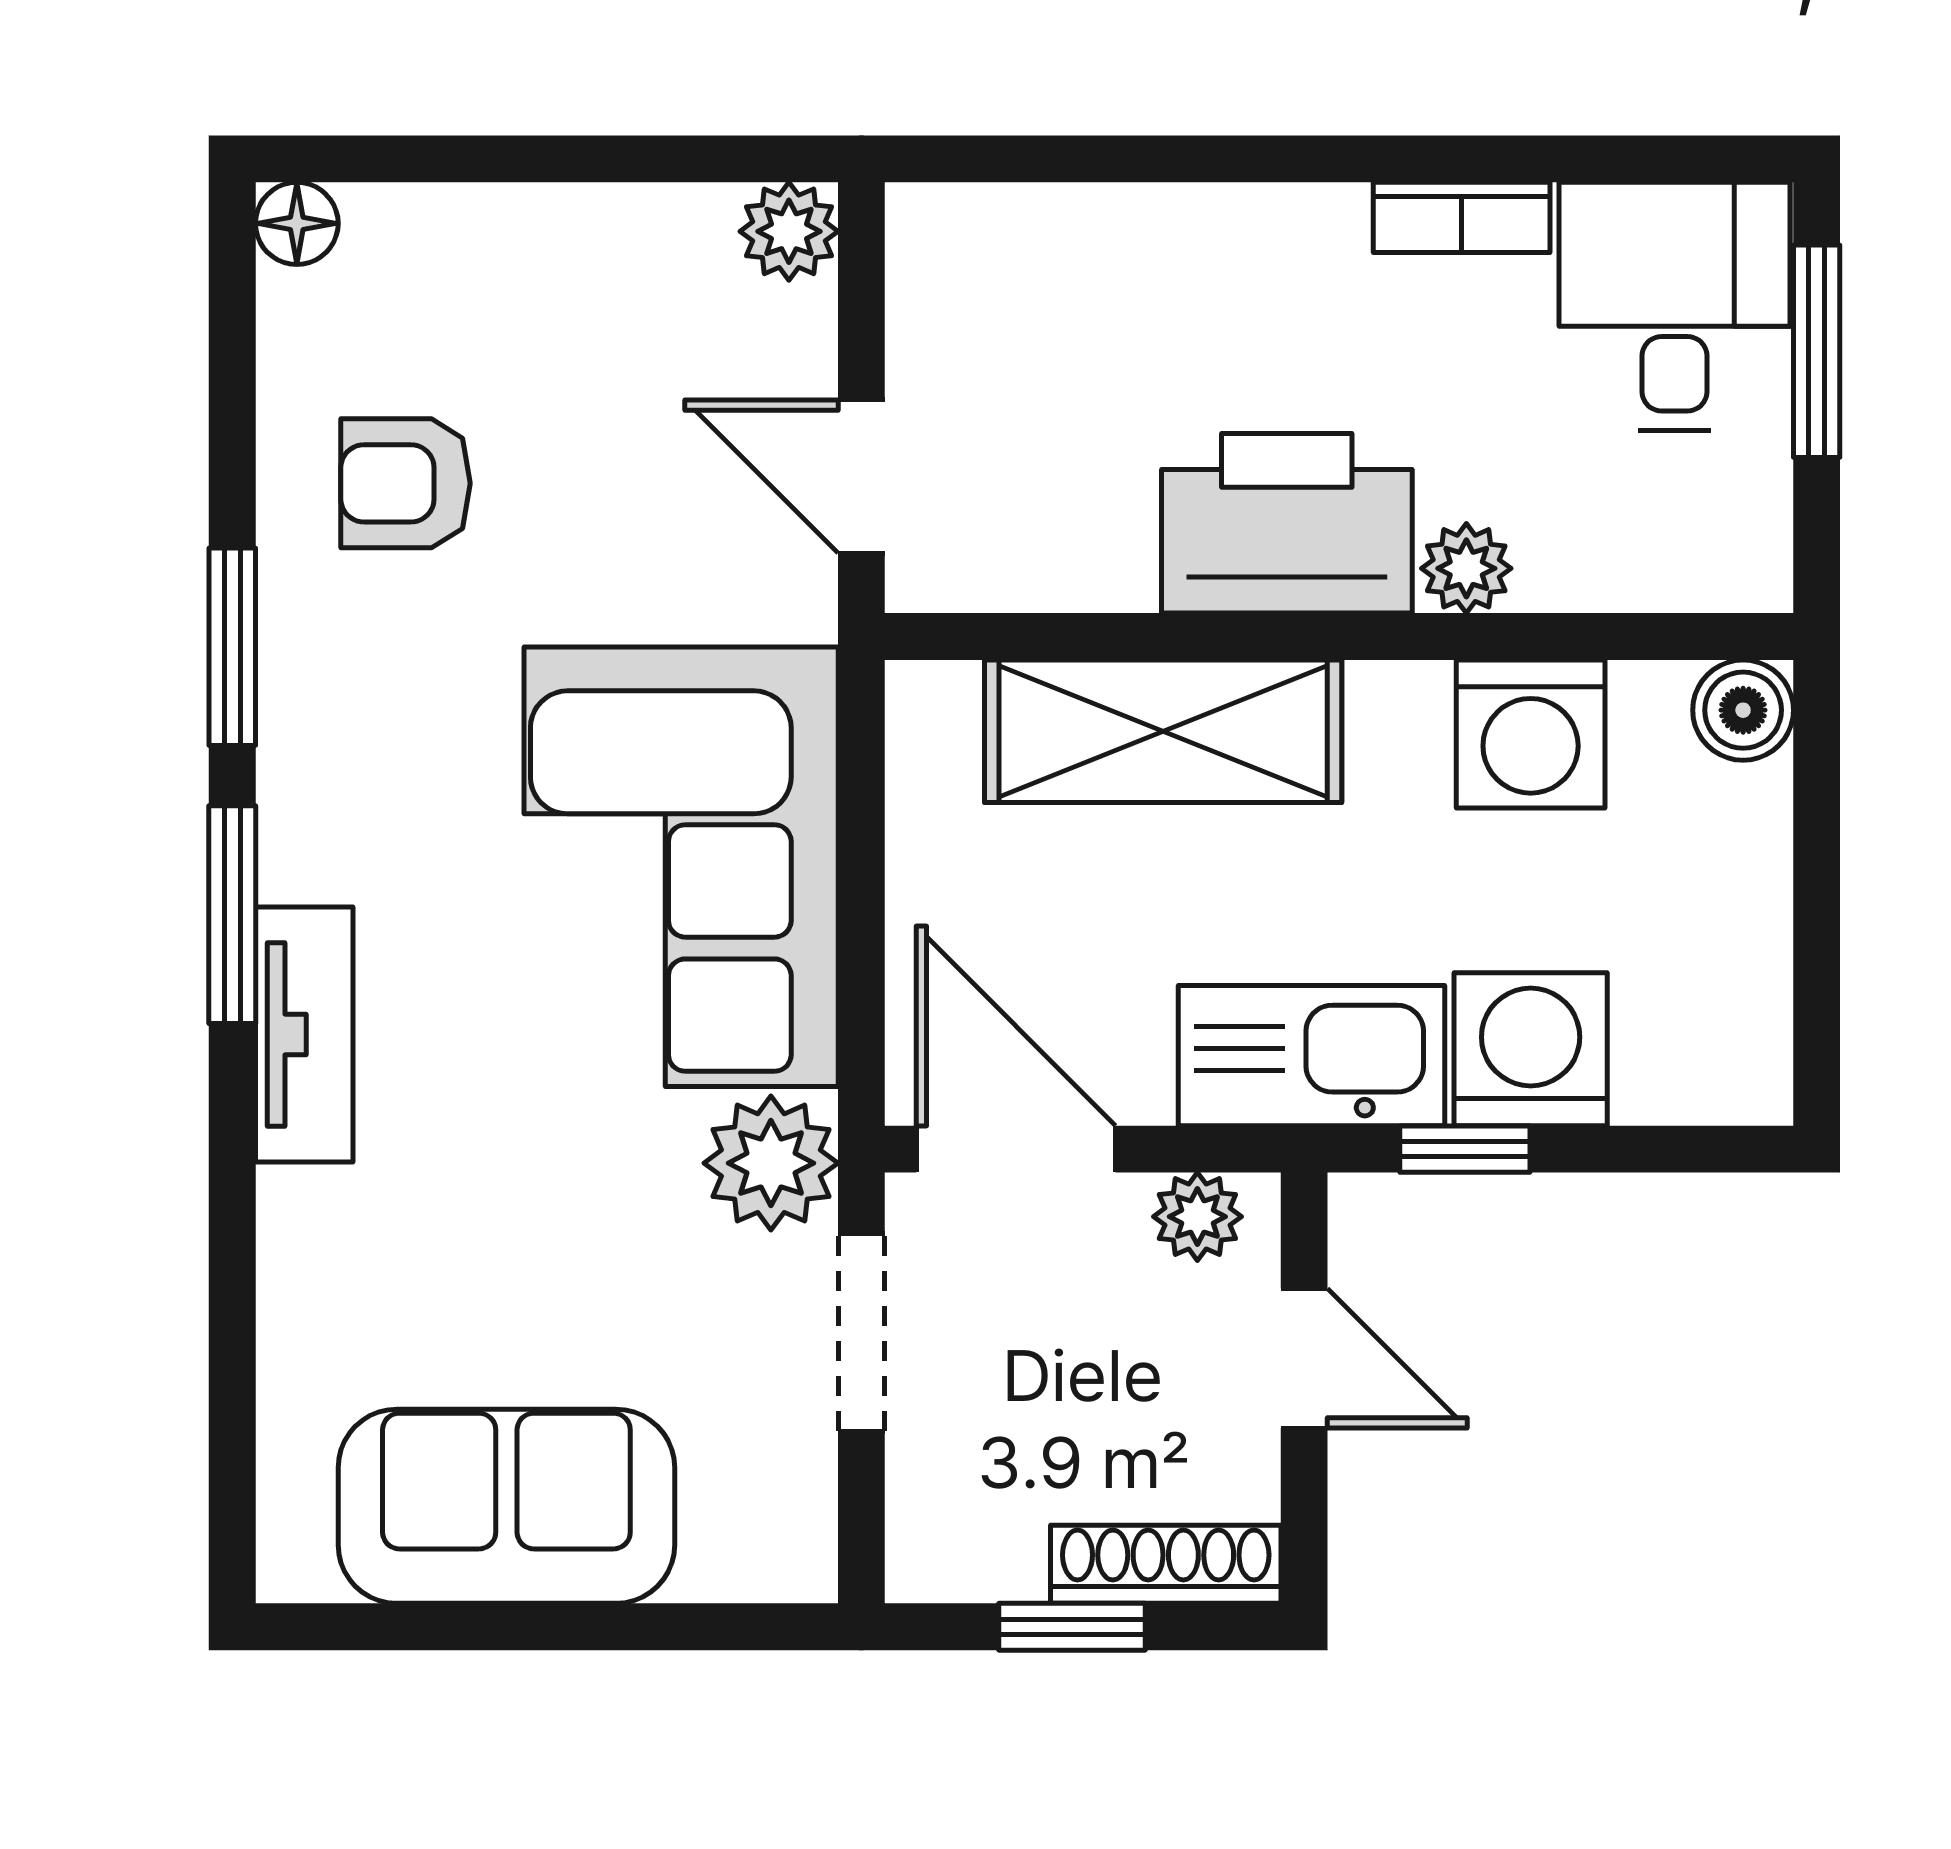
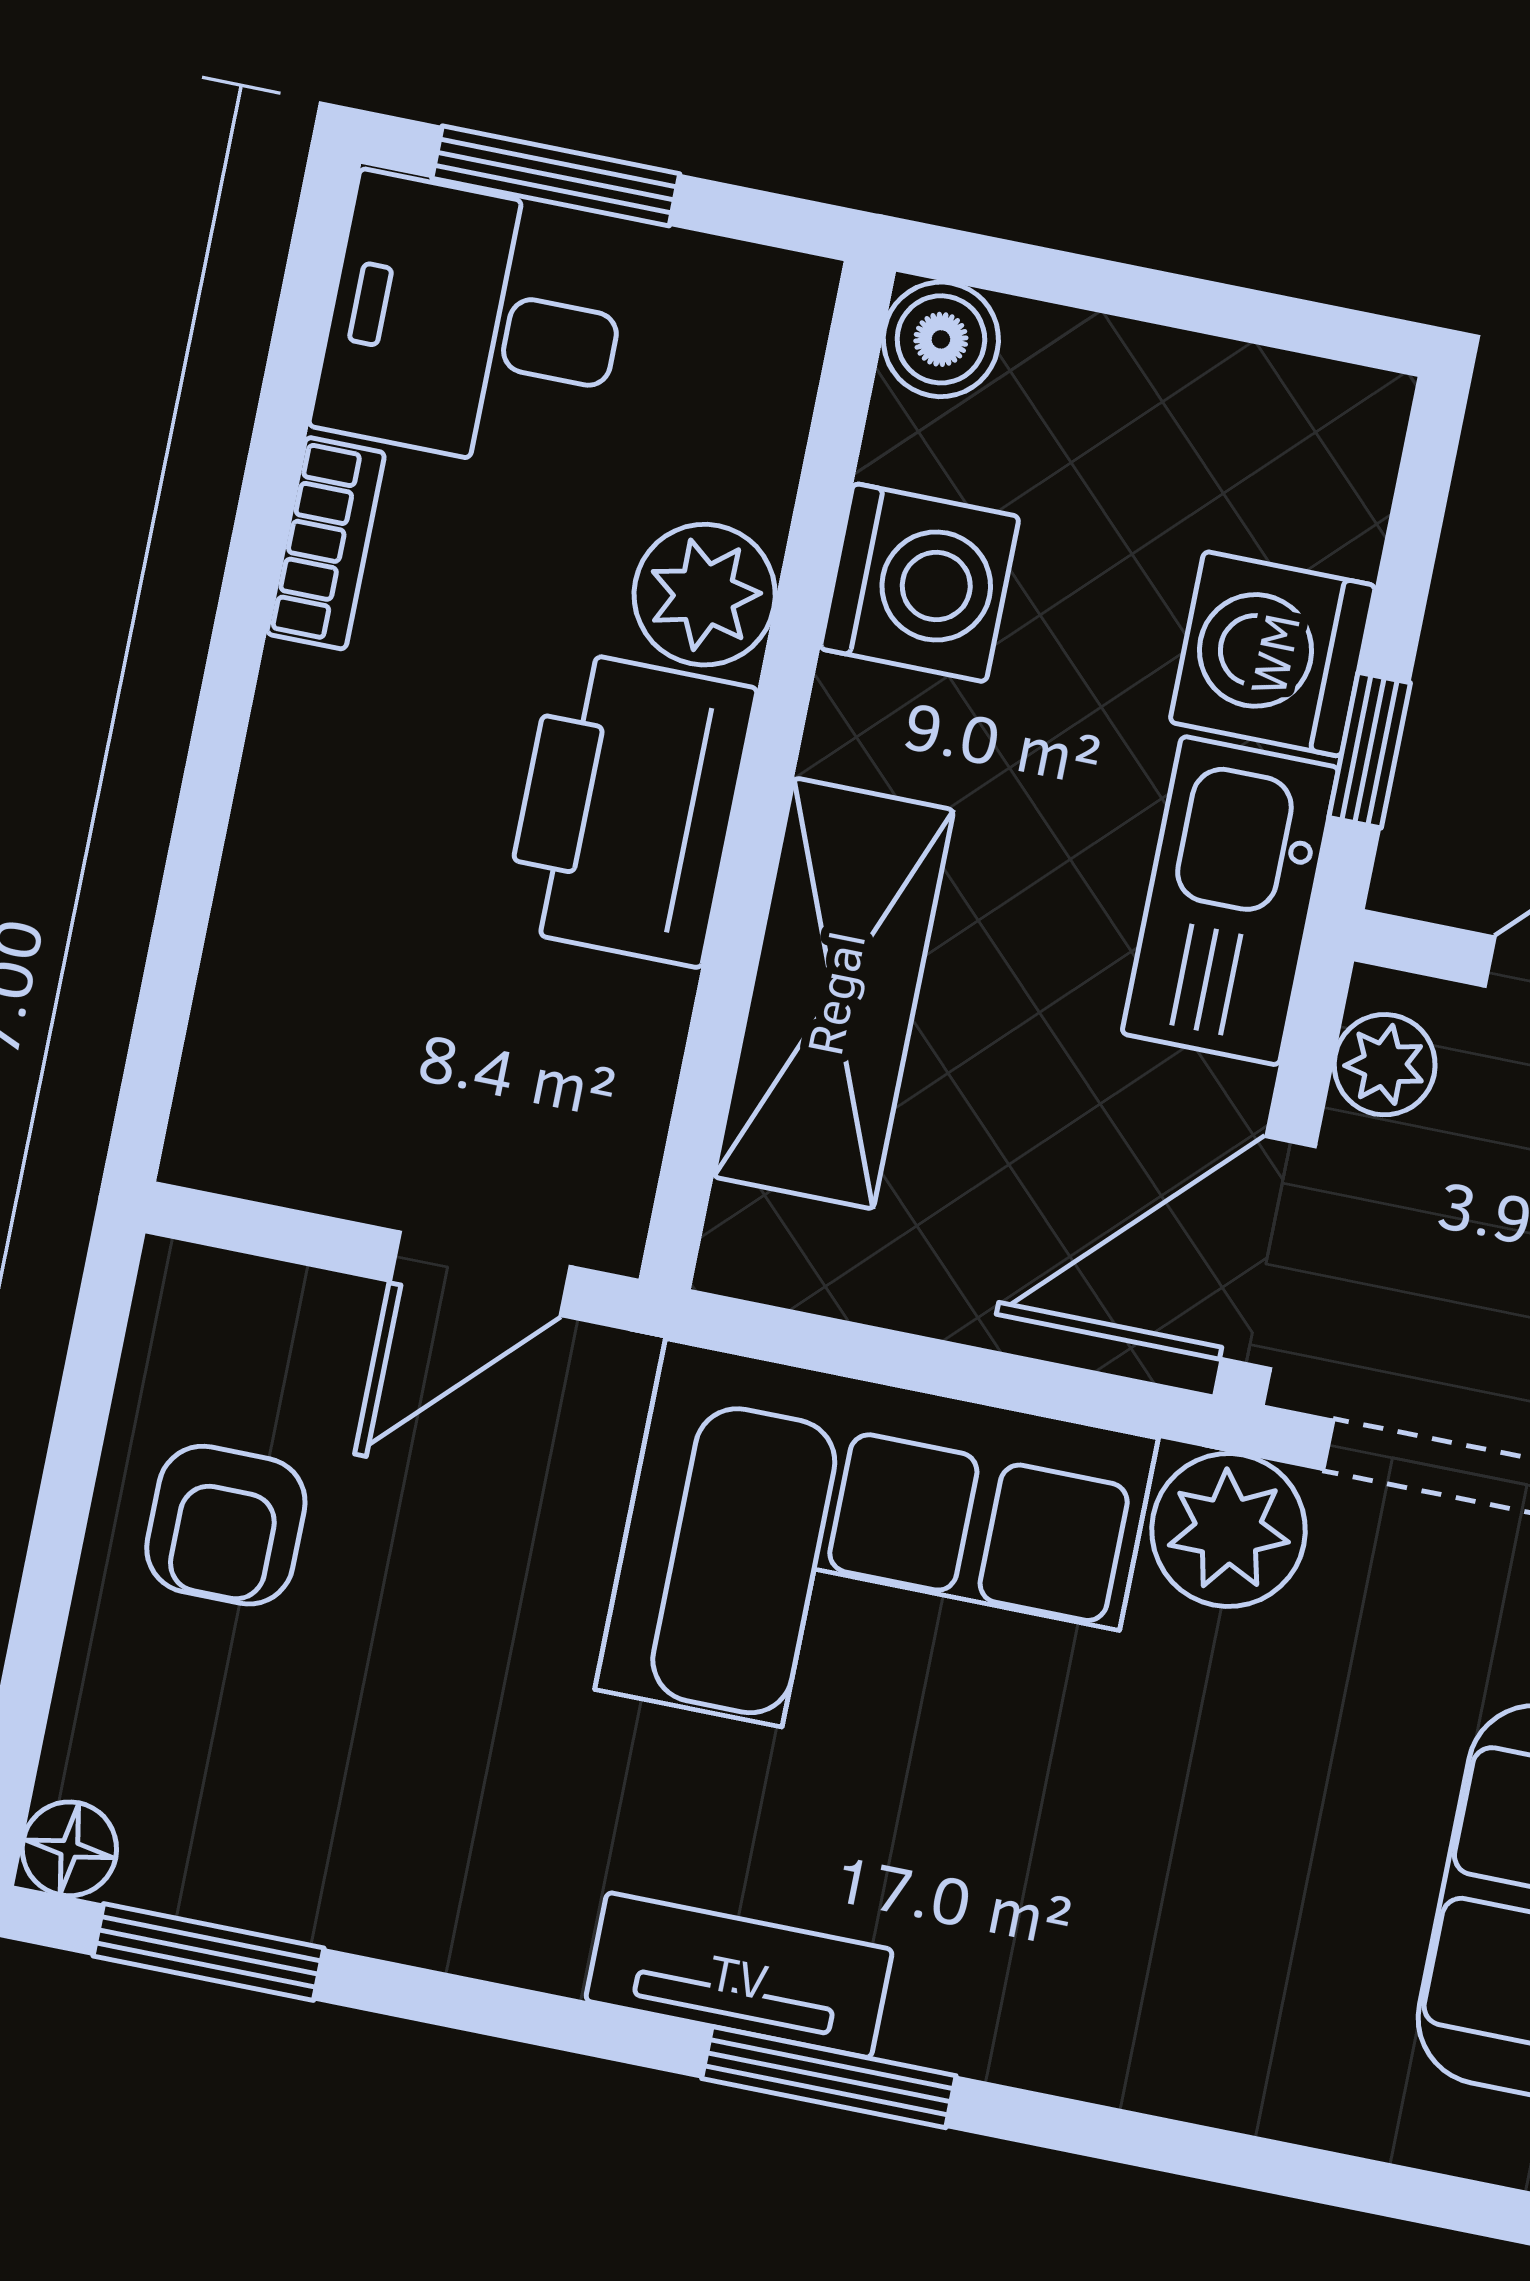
plant: (789, 231) -> (189, 1300), removed
armchair: (406, 483) -> (226, 1525), moved
plant: (1466, 568) -> (705, 595), width x1.38, depth x1.38
window: (232, 647) -> (208, 1952), moved
tv unit: (304, 1034) -> (739, 1975), moved

